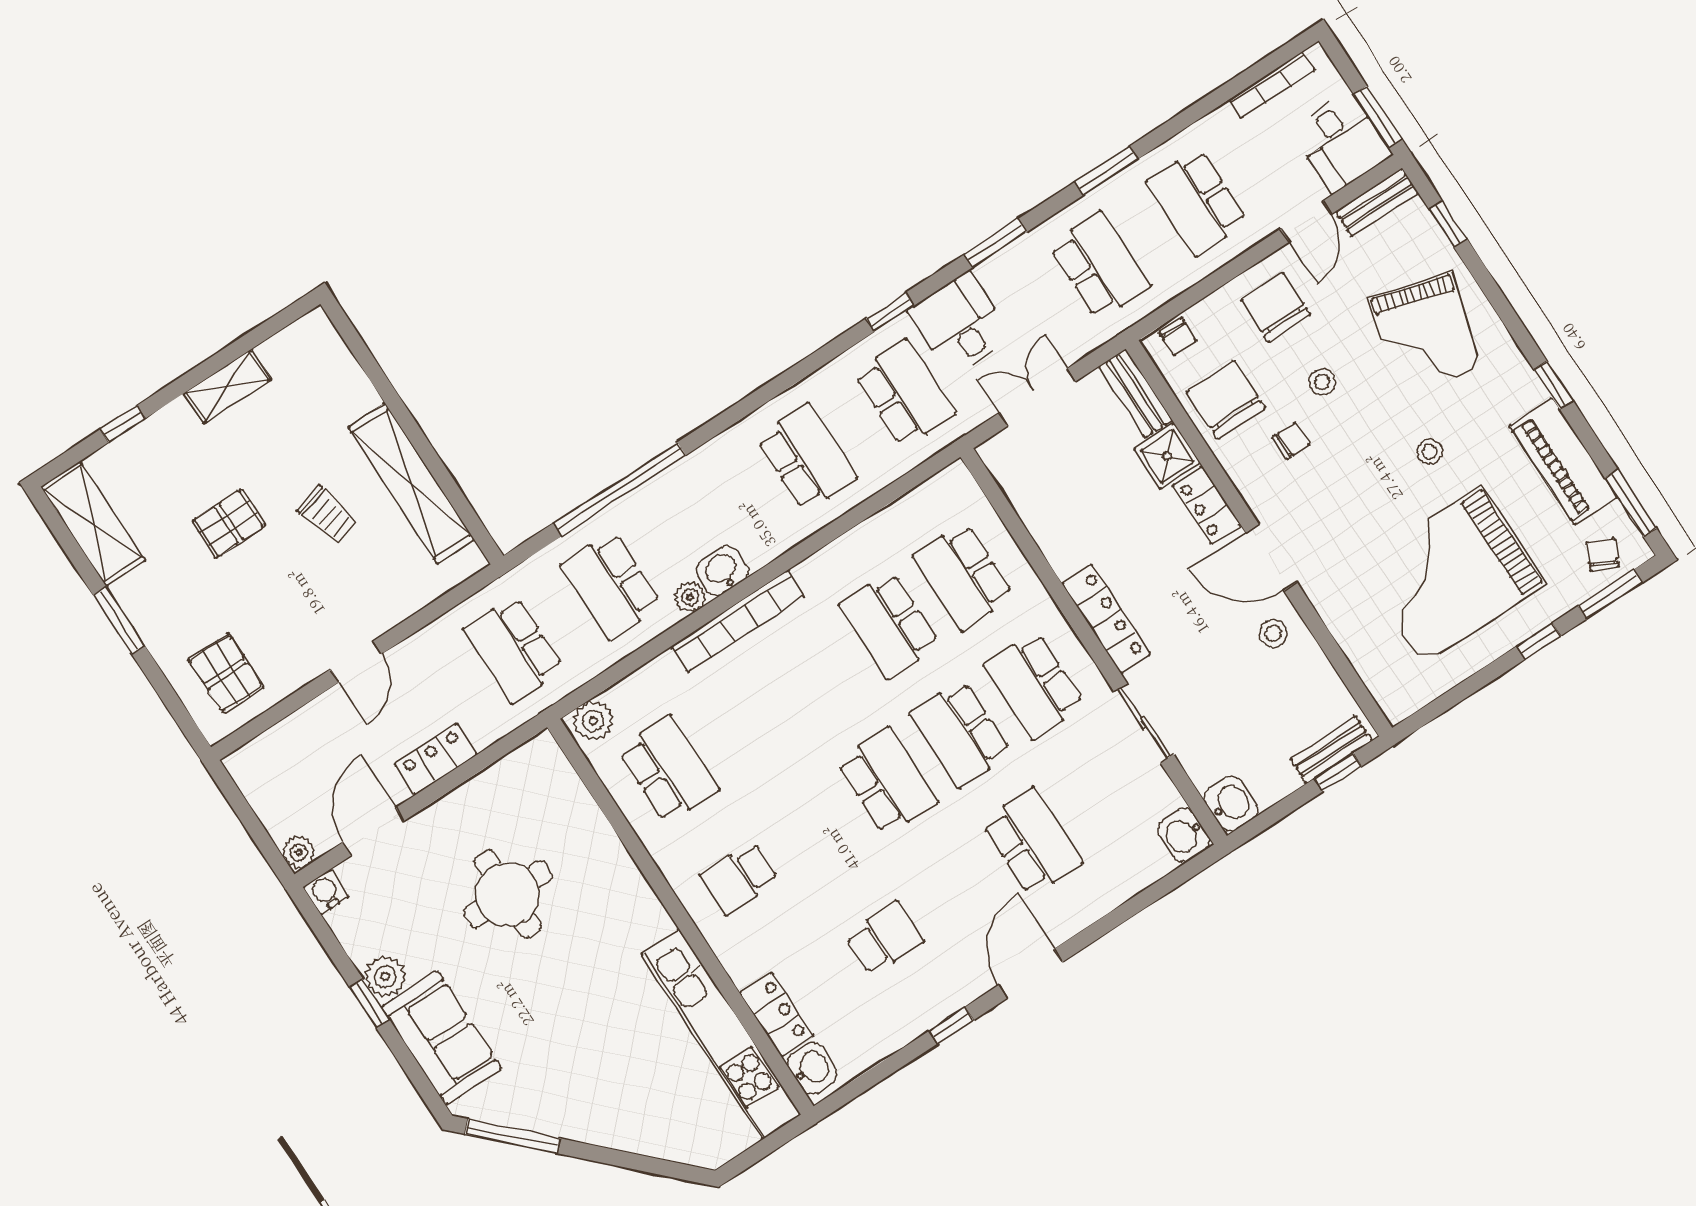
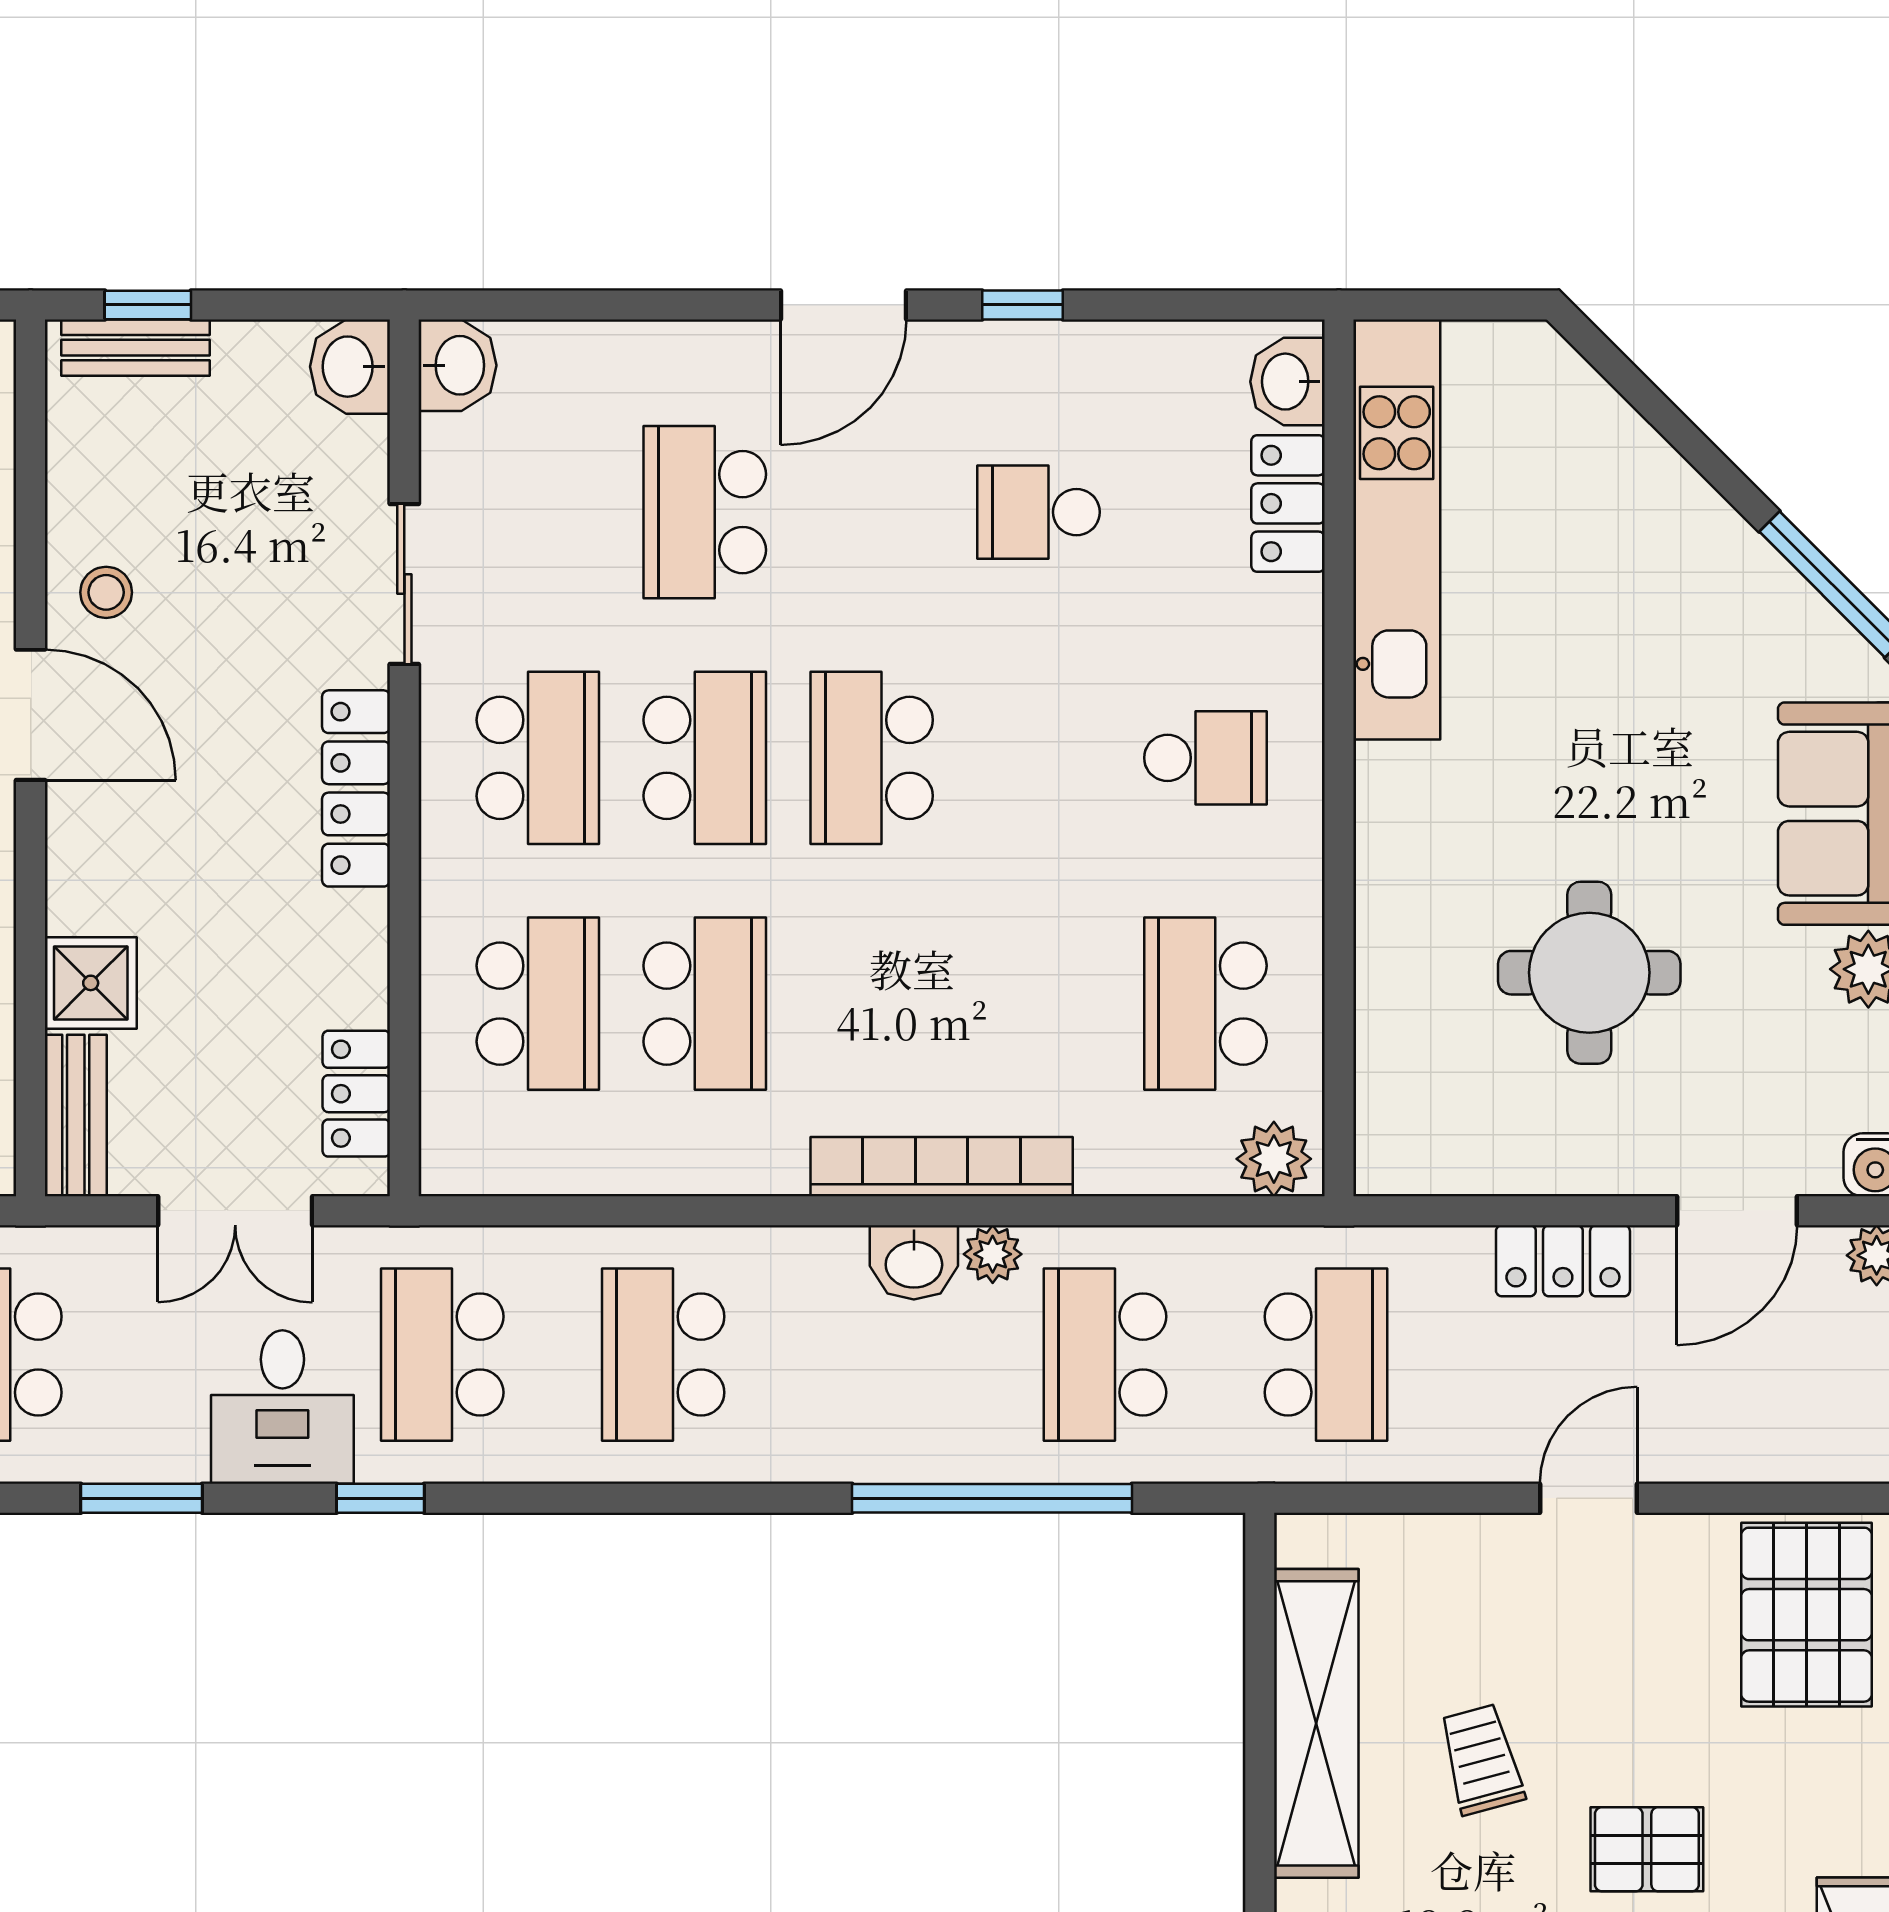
locker: (1207, 505) -> (356, 1094), moved, turned 180
school desk: (611, 585) -> (1105, 1355), turned 180
pallet: (226, 673) -> (1807, 1615), width x1.50, depth x1.42

